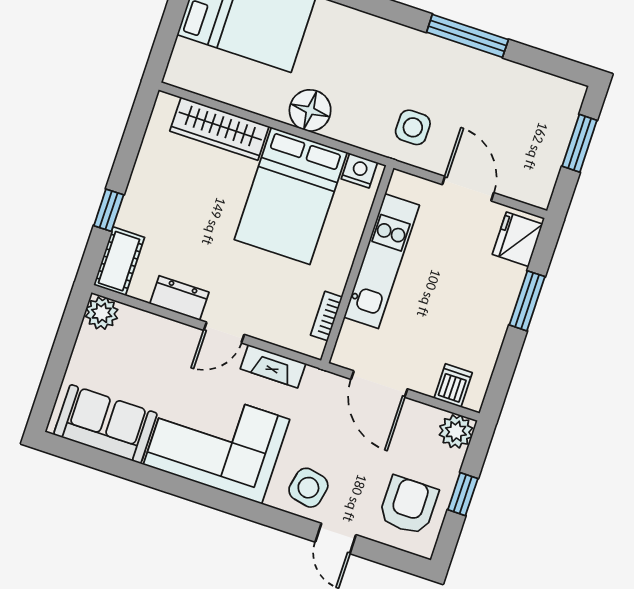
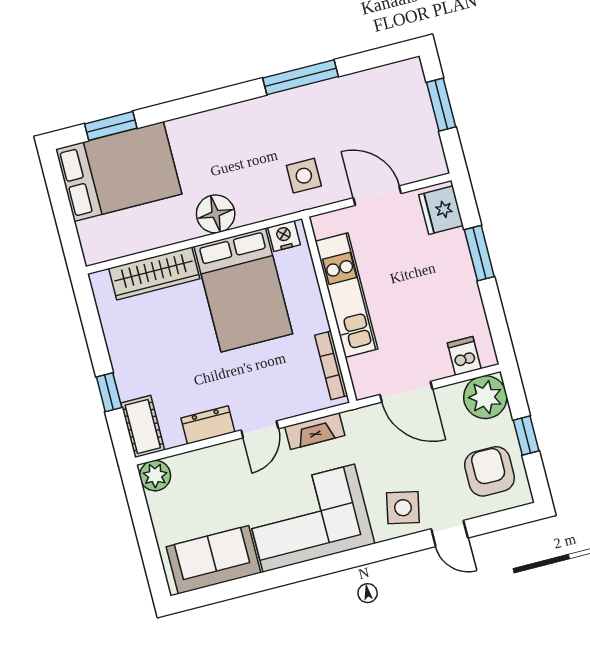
bookcase: (326, 316) -> (331, 365), width x1.56
plant: (456, 431) -> (485, 397), width x1.36, depth x1.36

